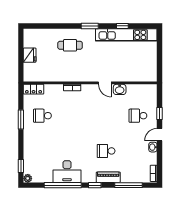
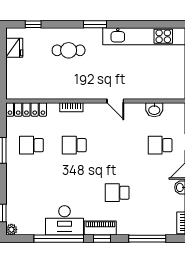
window: (122, 26) -> (33, 24), moved
fridge: (30, 55) -> (14, 48), moved
locker: (34, 89) -> (26, 109), width x1.53
washbasin: (120, 89) -> (154, 110), moved
school desk: (74, 116) -> (74, 145), added
piano: (108, 177) -> (100, 228), moved

